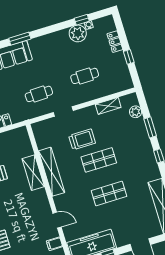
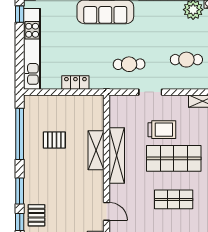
shop shelf: (99, 160) -> (174, 158), width x1.43, depth x1.36

